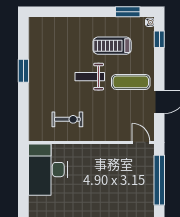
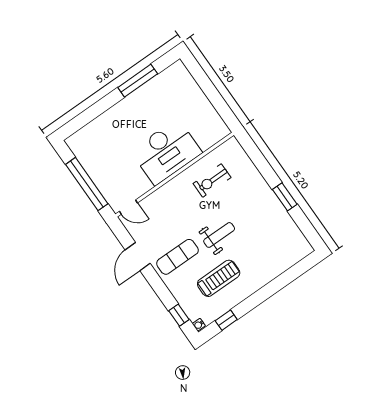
window: (128, 12) -> (226, 320), width x0.67
desk: (48, 170) -> (166, 152), moved, turned 90

